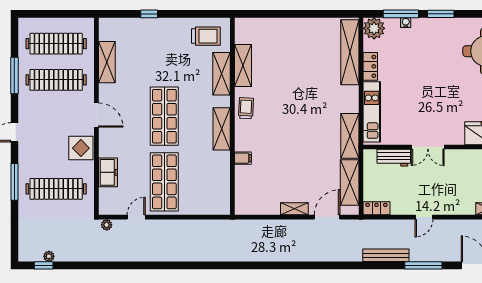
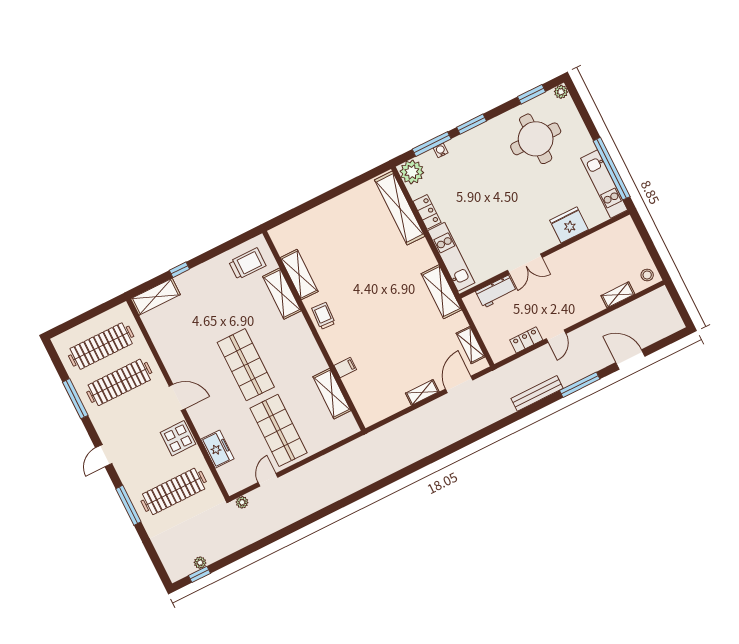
shelving: (107, 62) -> (155, 297), moved, turned 90
shelving: (222, 129) -> (332, 394), moved
shelving: (350, 182) -> (471, 345), width x0.67, depth x0.75
locker: (376, 208) -> (526, 340), moved

